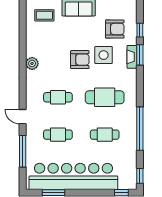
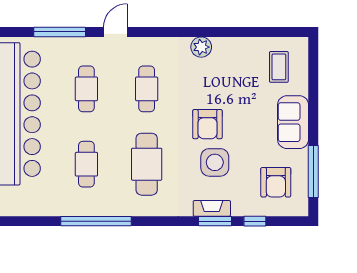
armchair: (115, 29) -> (276, 182), moved
window: (140, 176) -> (20, 221), removed

